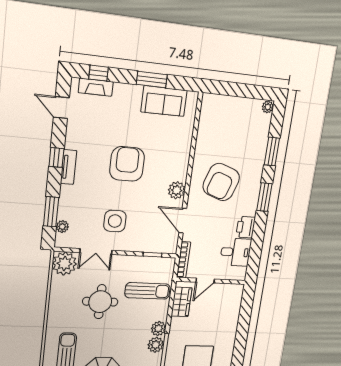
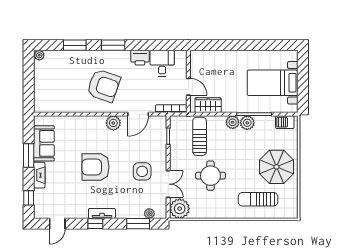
fireplace: (96, 87) -> (39, 175), moved

